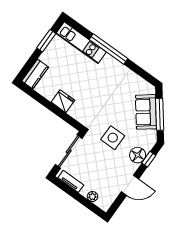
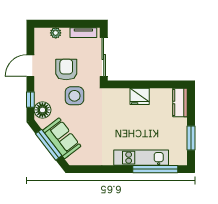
kitchen unit: (81, 43) -> (141, 158), moved
window: (109, 49) -> (155, 169), moved
floor lamp: (138, 155) -> (42, 110), moved
armchair: (105, 162) -> (66, 70), added

